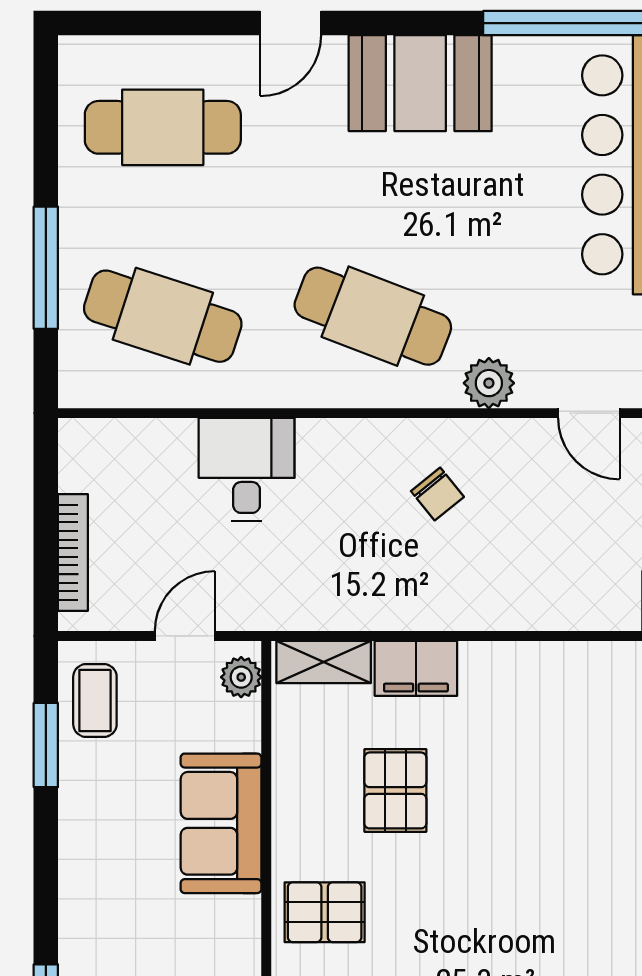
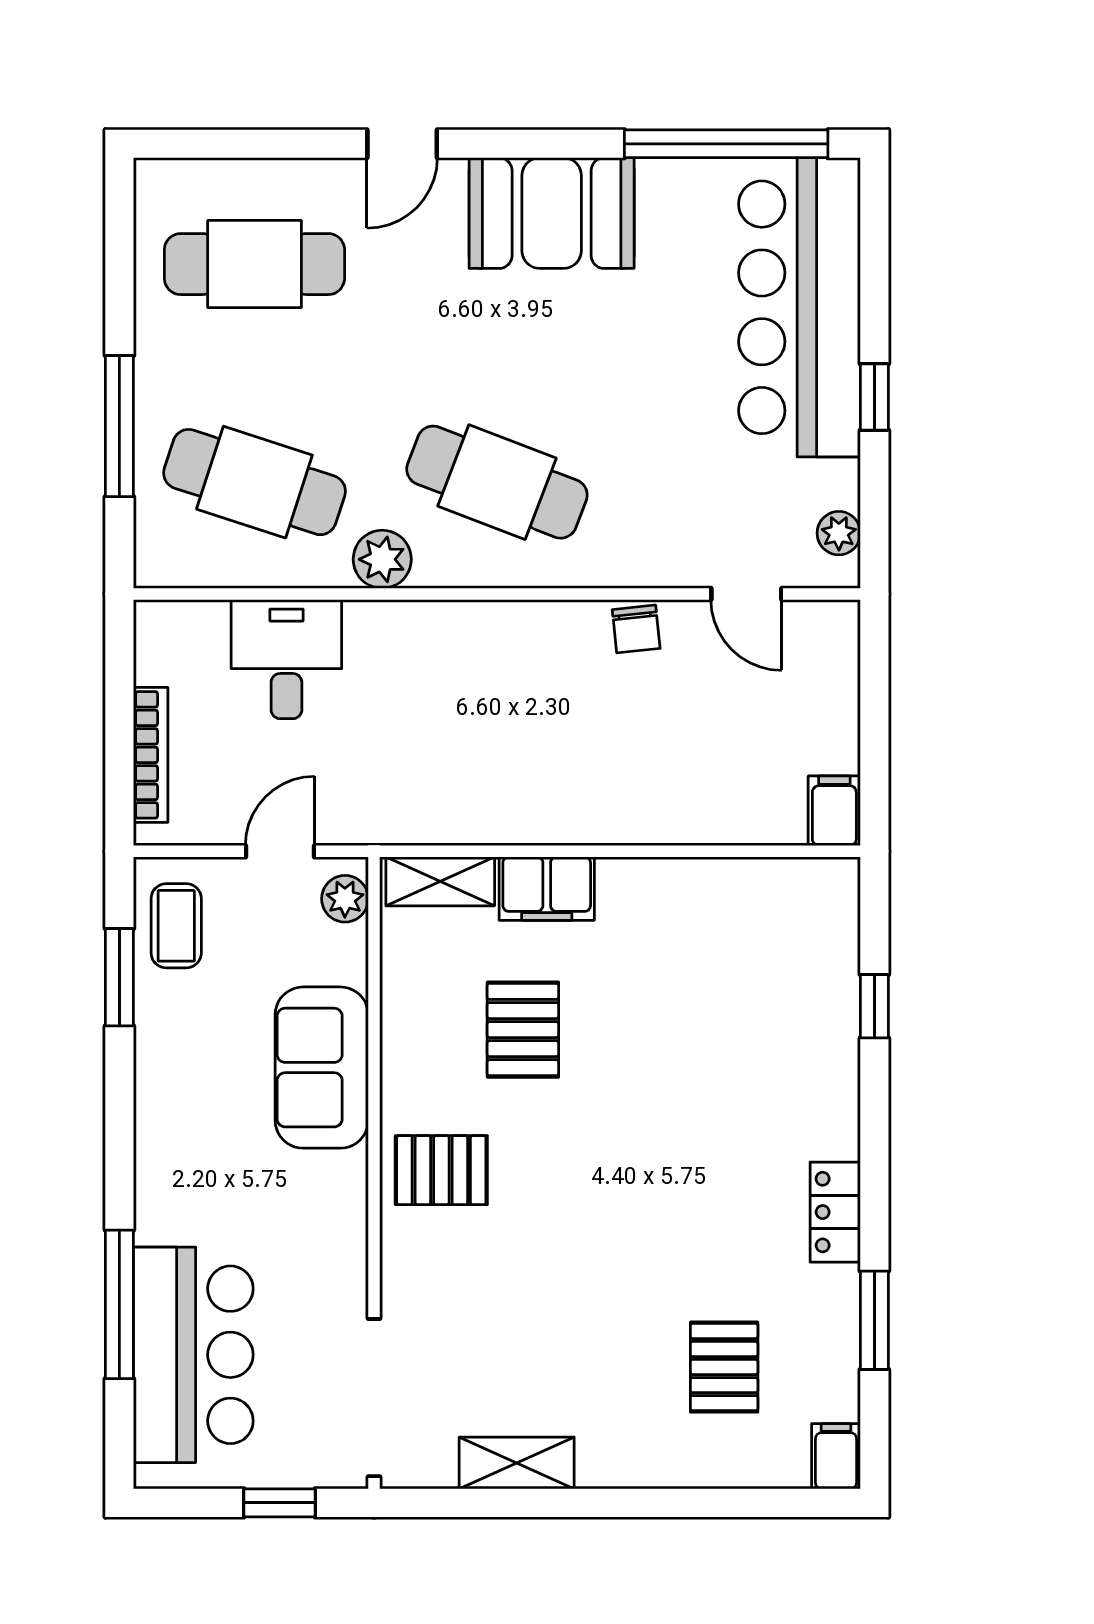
plant: (489, 383) -> (382, 559), moved
desk: (247, 470) -> (286, 659), moved
chair: (437, 494) -> (636, 629), moved, turned 33

